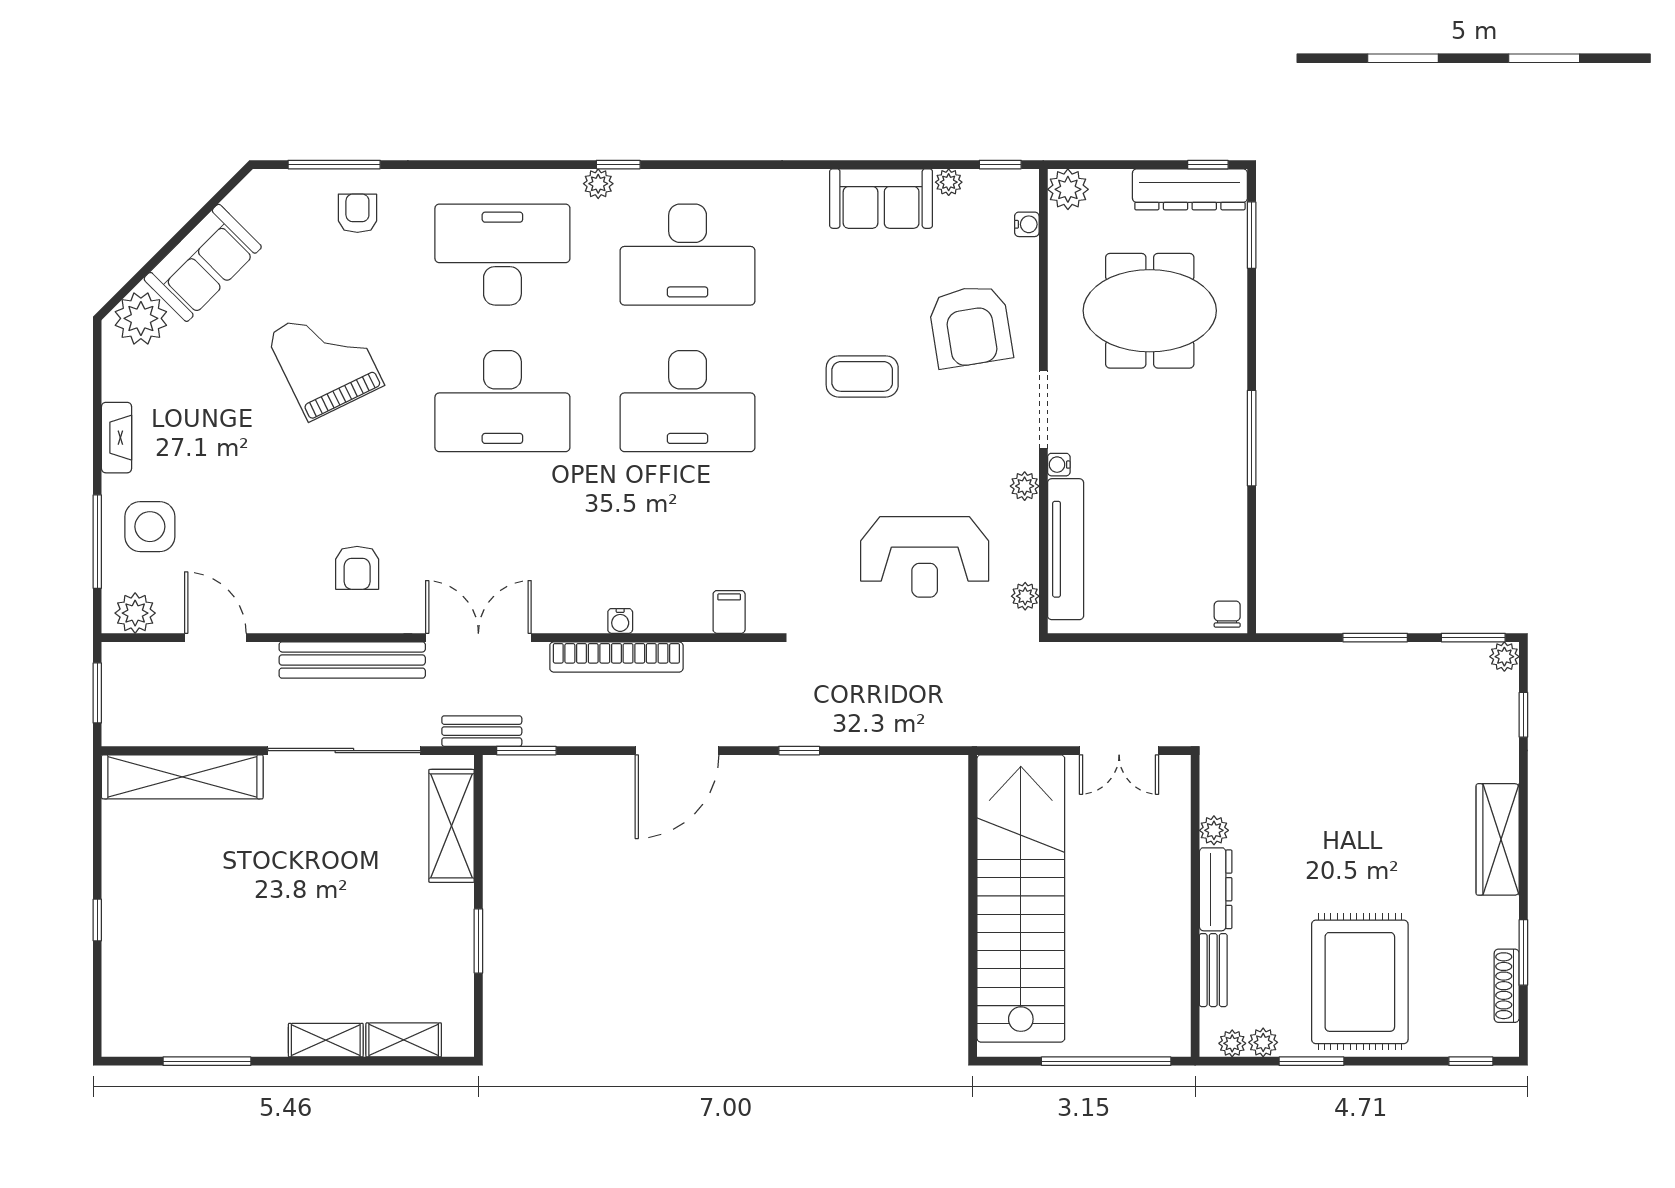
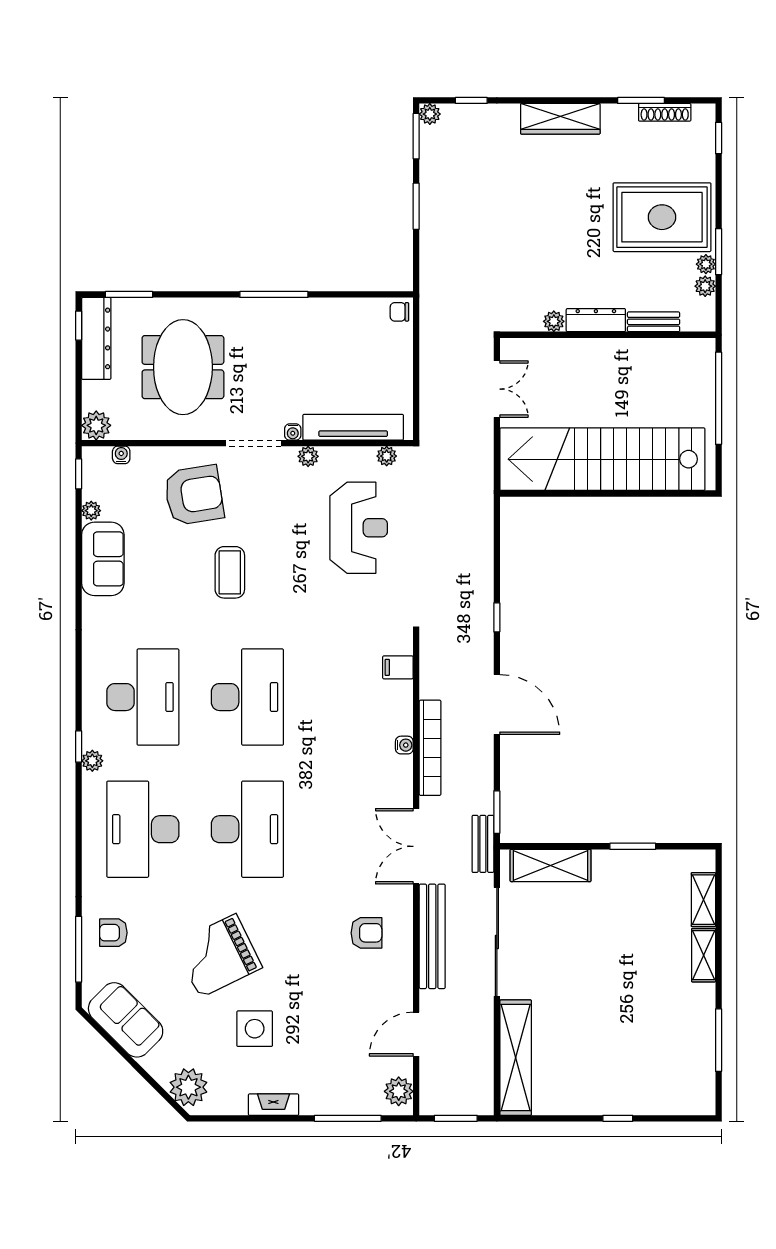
sofa: (203, 263) -> (126, 1020), moved
side table: (150, 527) -> (255, 1029), moved
plant: (1232, 1043) -> (706, 264), moved

